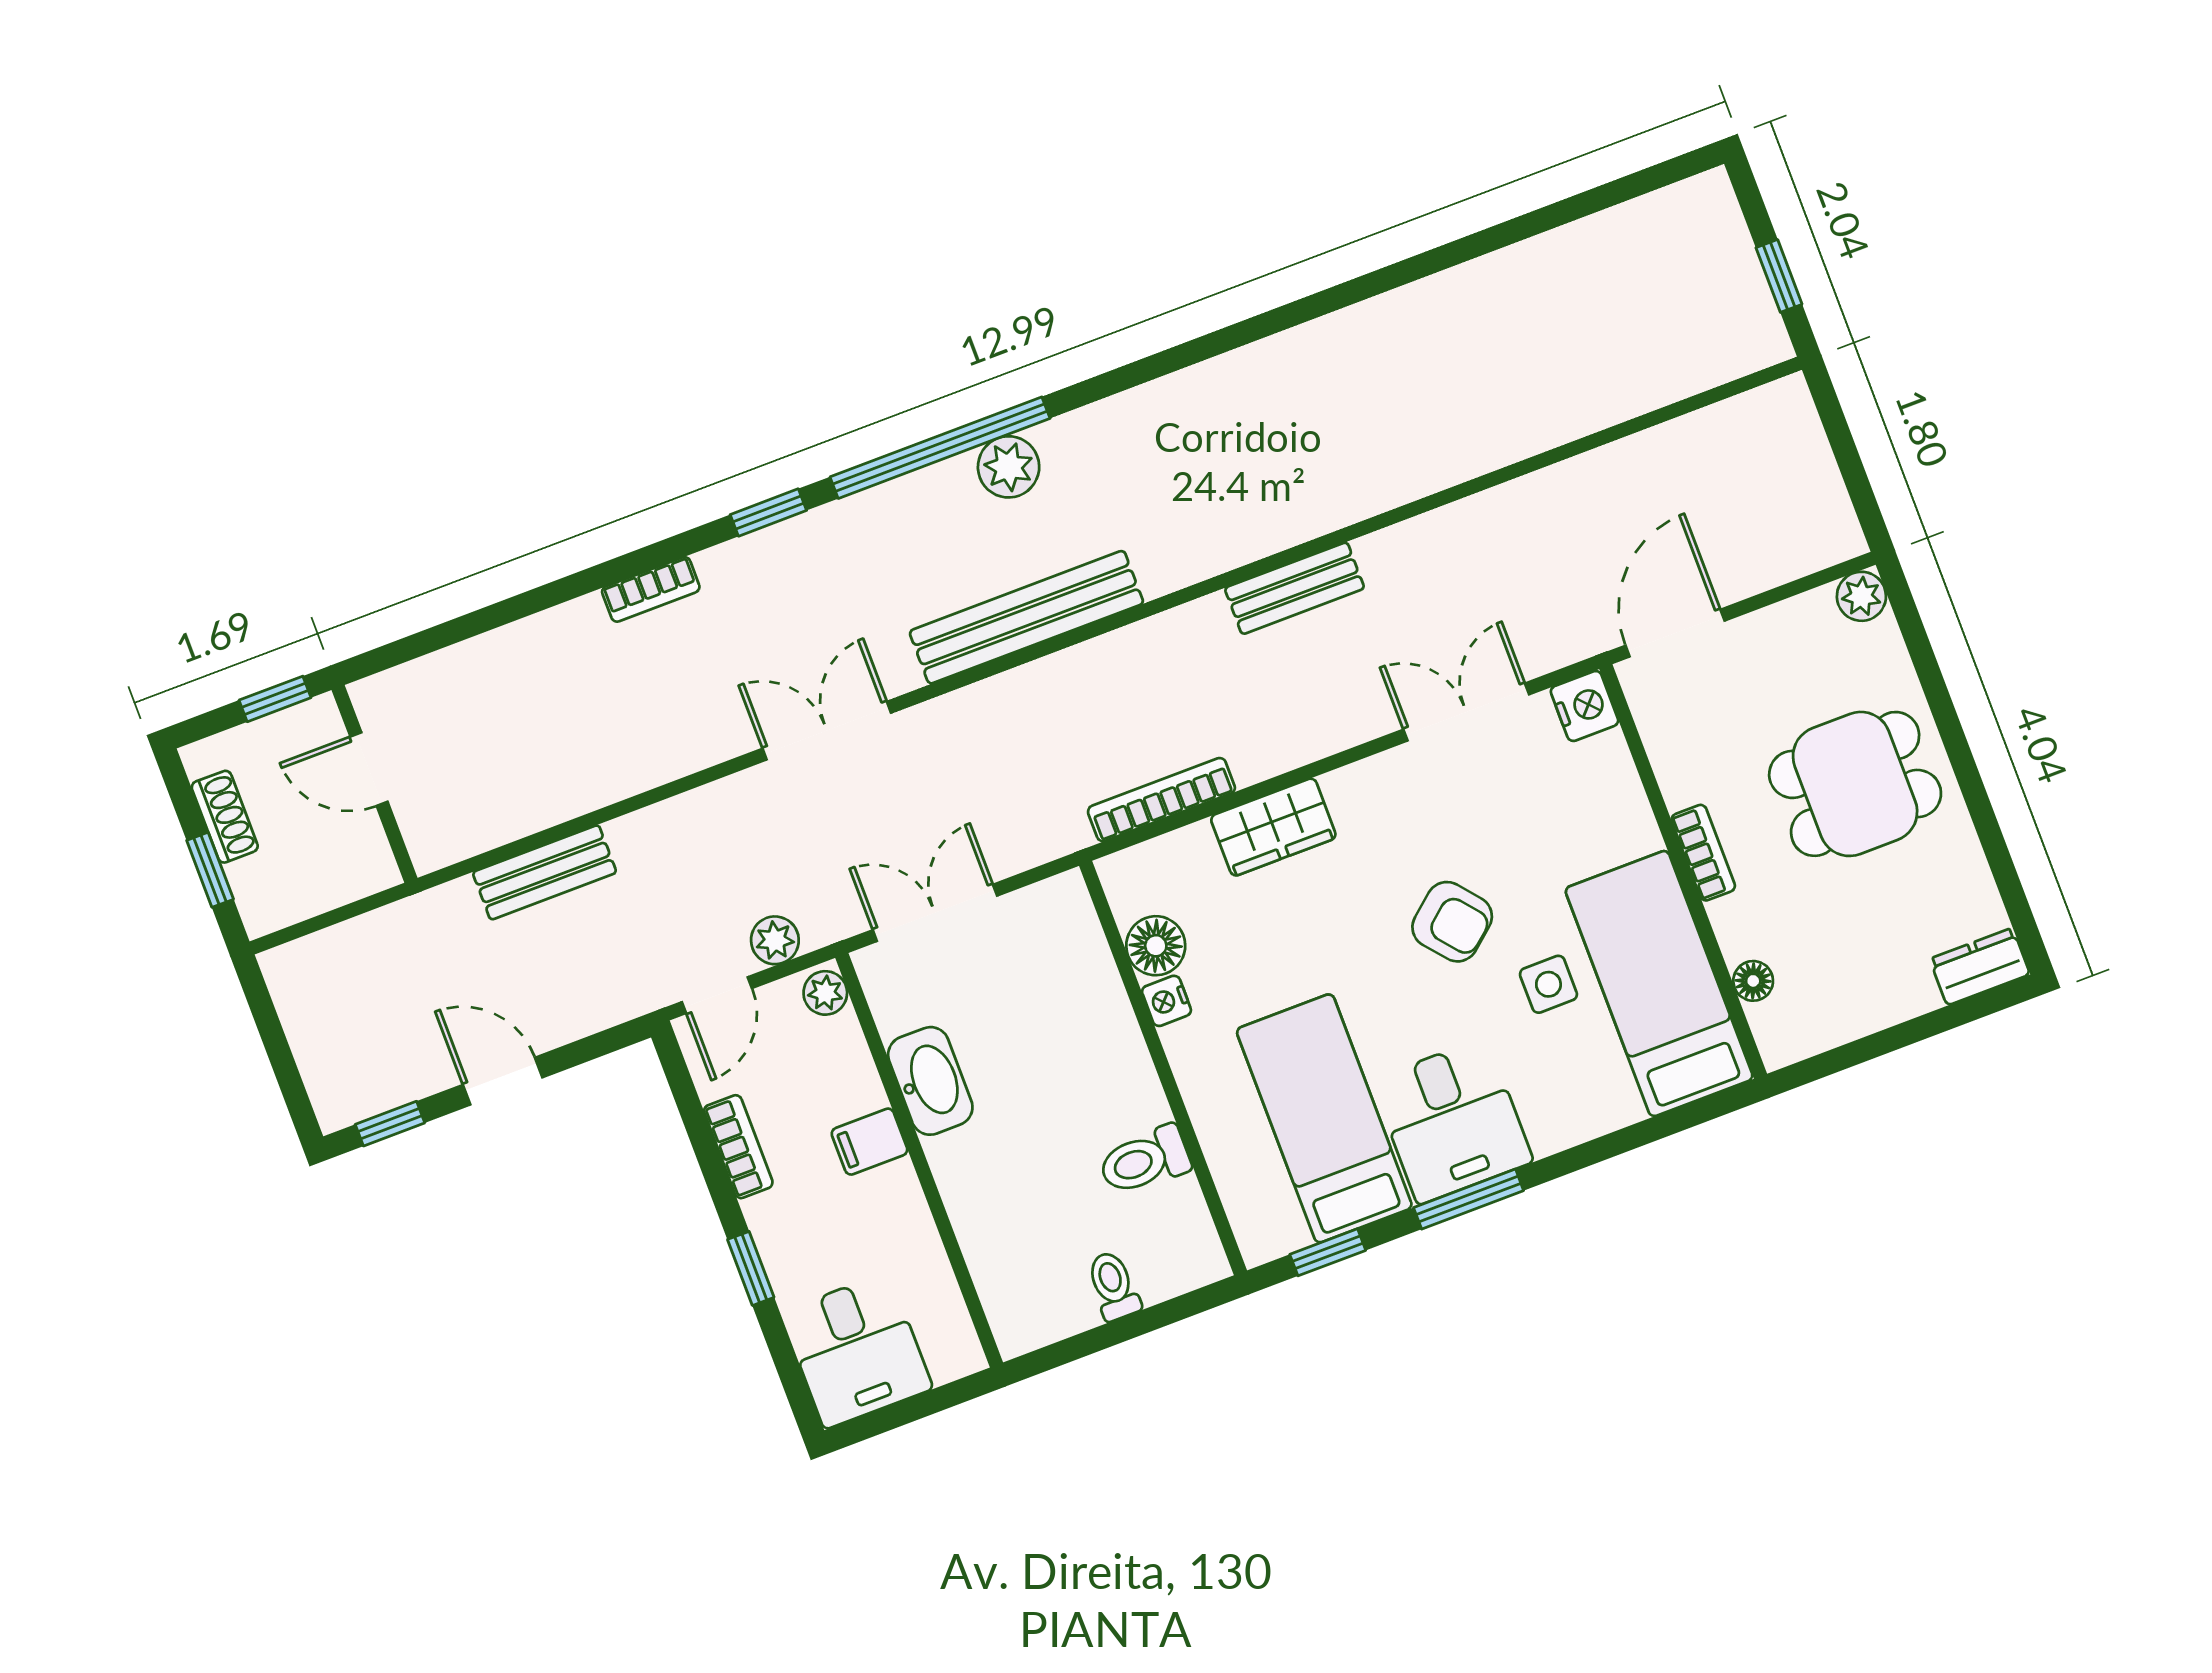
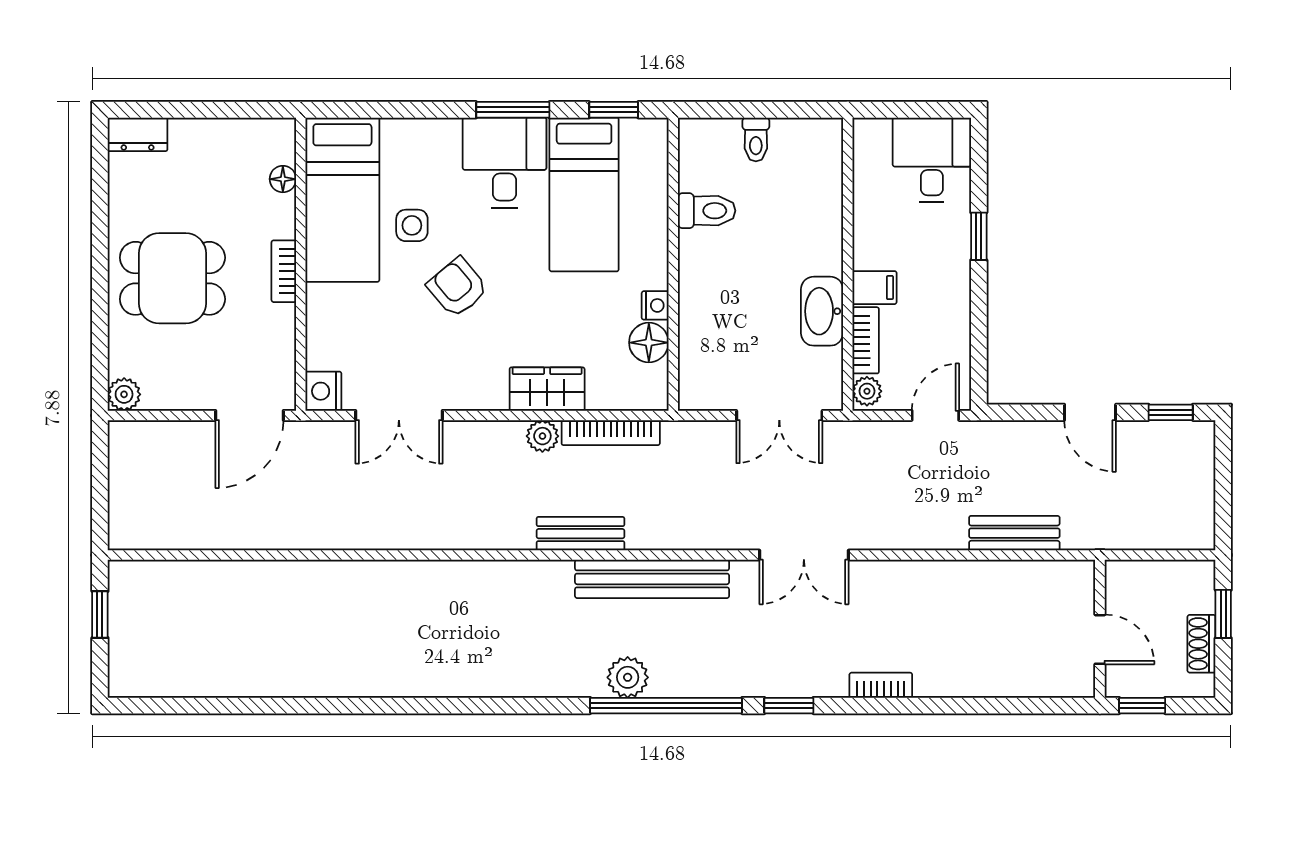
bench: (1294, 588) -> (580, 534), moved
plant: (775, 940) -> (542, 436), moved
bookcase: (738, 1147) -> (866, 340), moved, turned 180

